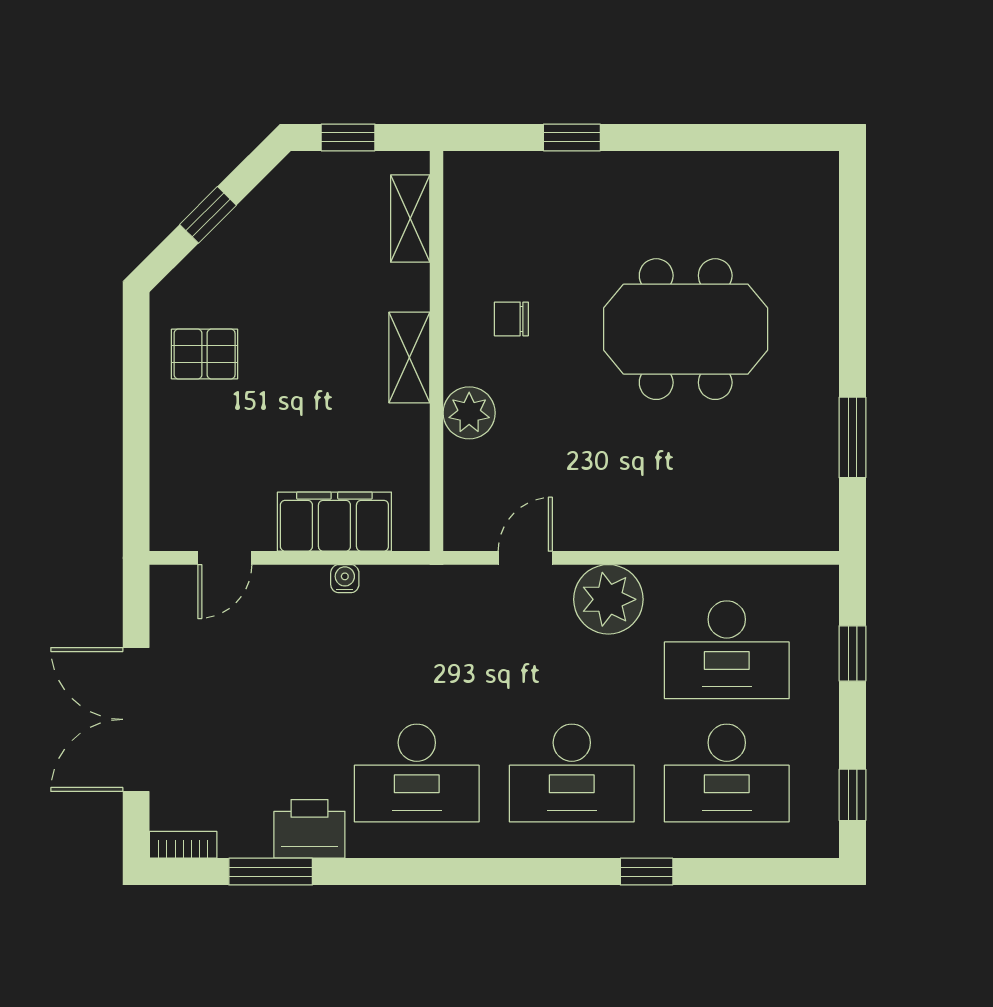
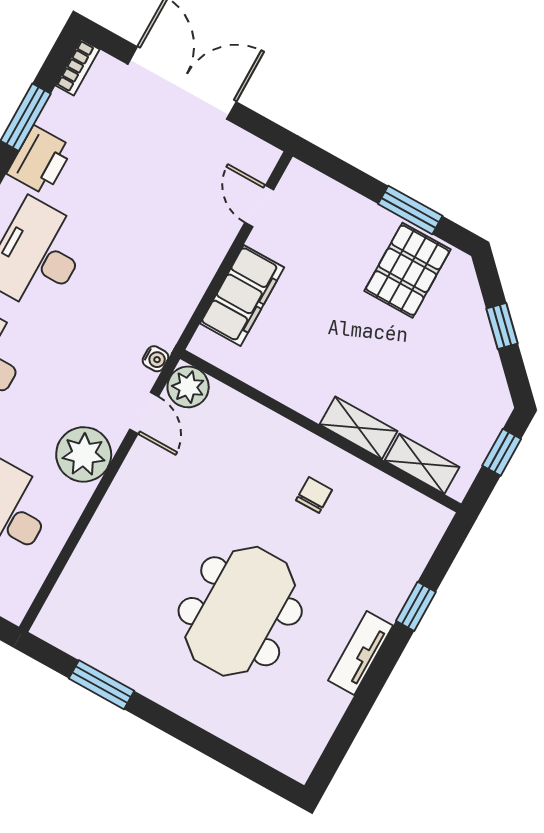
tv unit: (658, 170) -> (360, 653), added
pallet: (205, 354) -> (408, 270), width x1.50, depth x1.42
shelving: (409, 358) -> (358, 428), moved
window: (136, 388) -> (410, 210), added
plant: (469, 413) -> (188, 387), moved
water cooler: (345, 579) -> (155, 359), moved

